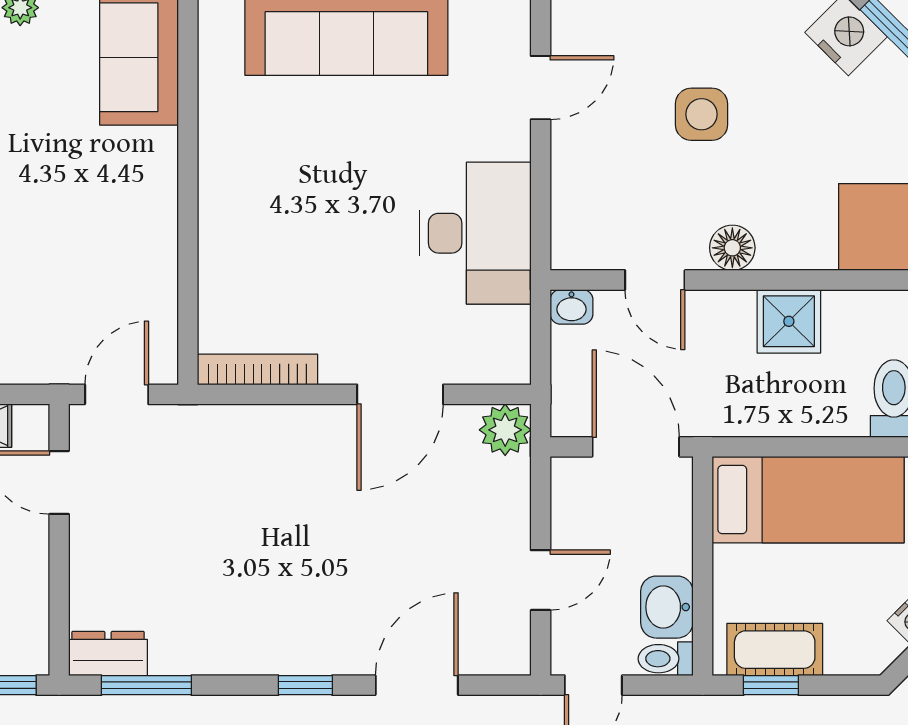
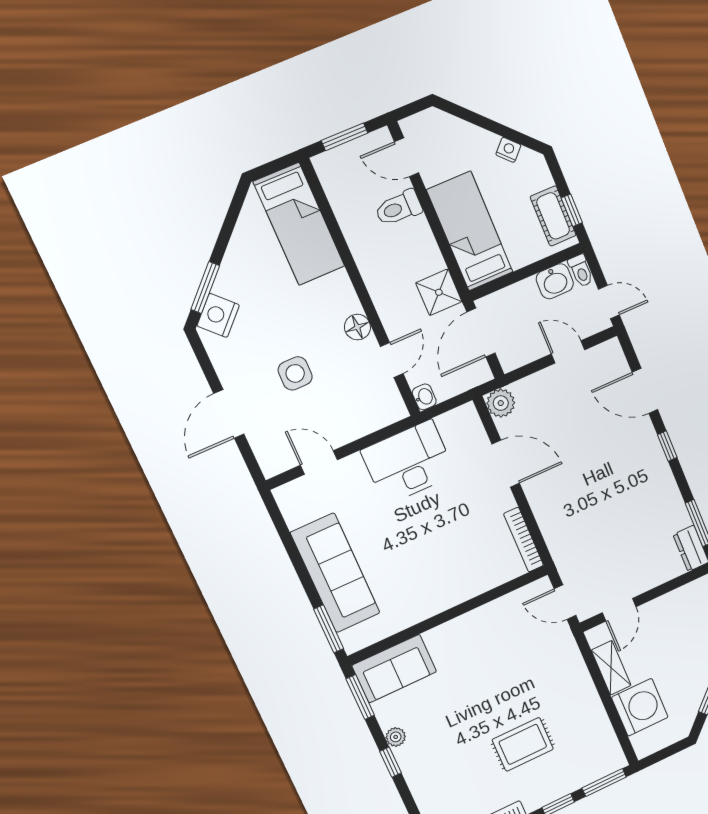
shower: (789, 321) -> (439, 292), moved

